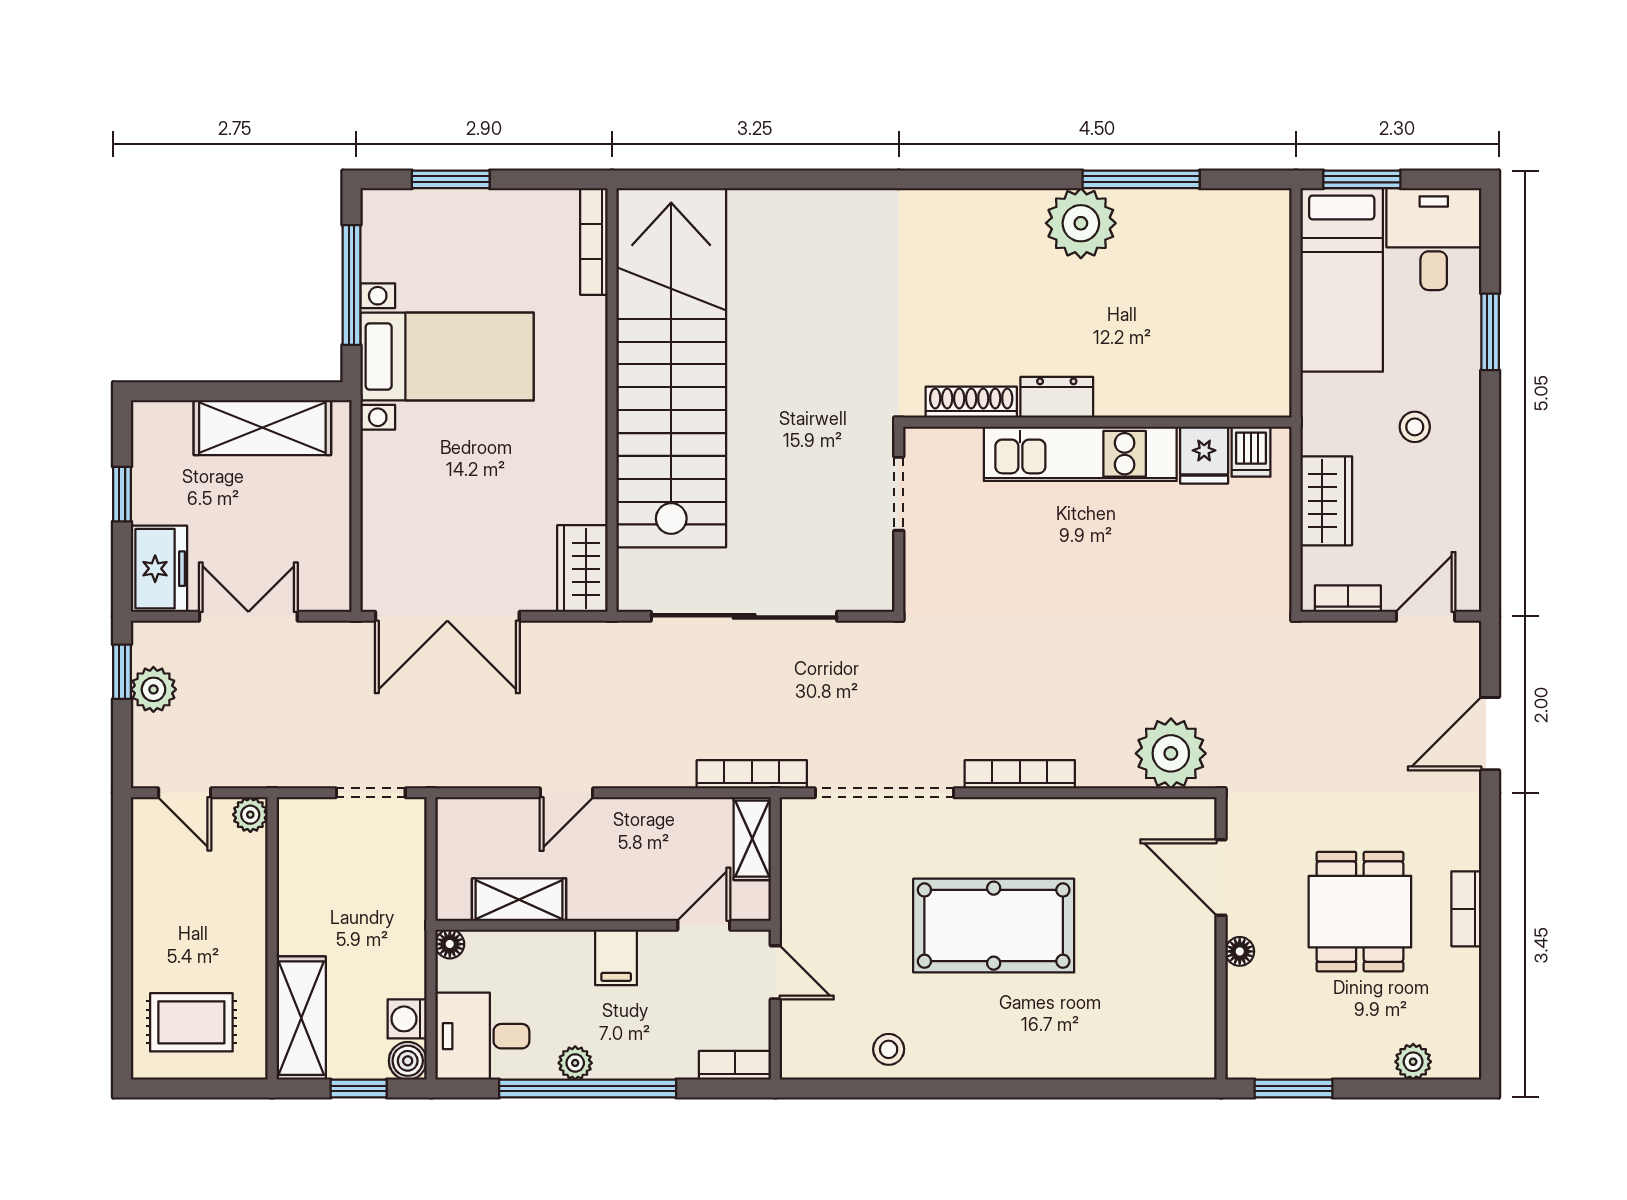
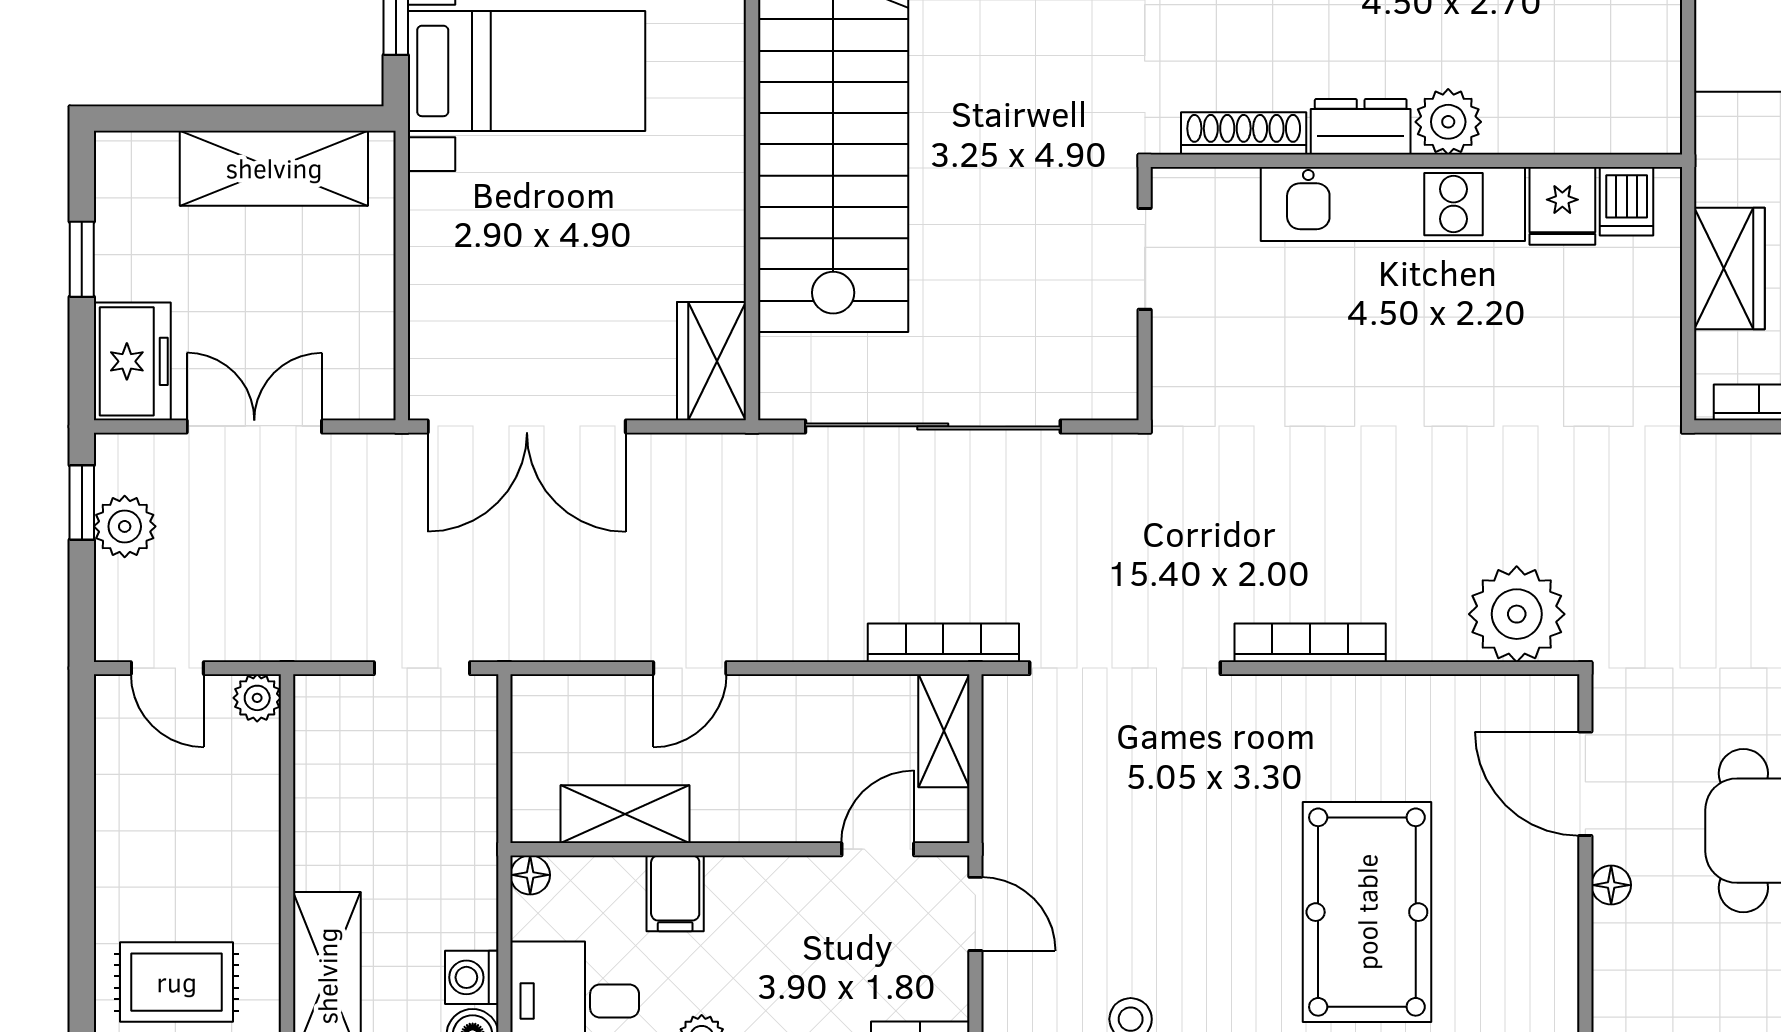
plant: (1121, 394) -> (1448, 122), added
pool table: (994, 926) -> (1367, 912), moved, turned 90
filing cabinet: (616, 957) -> (675, 893), moved

